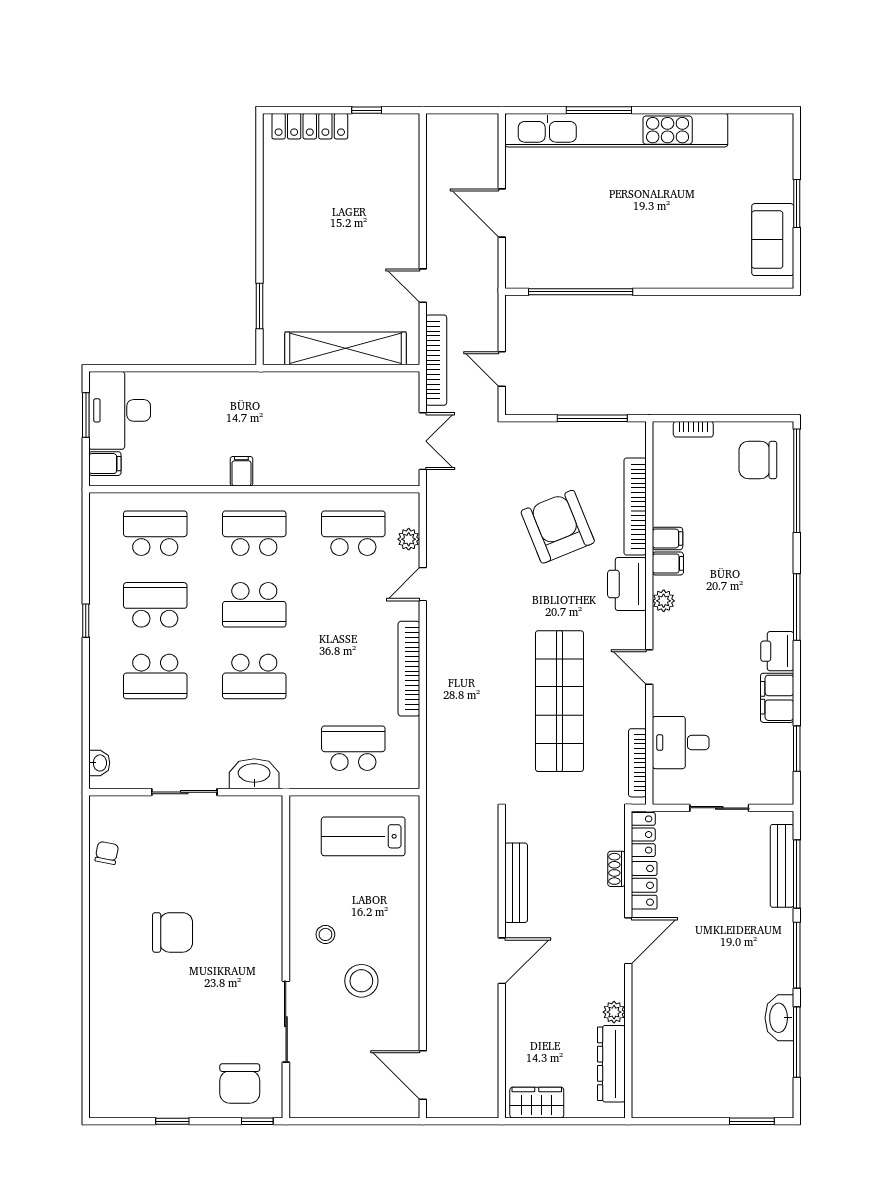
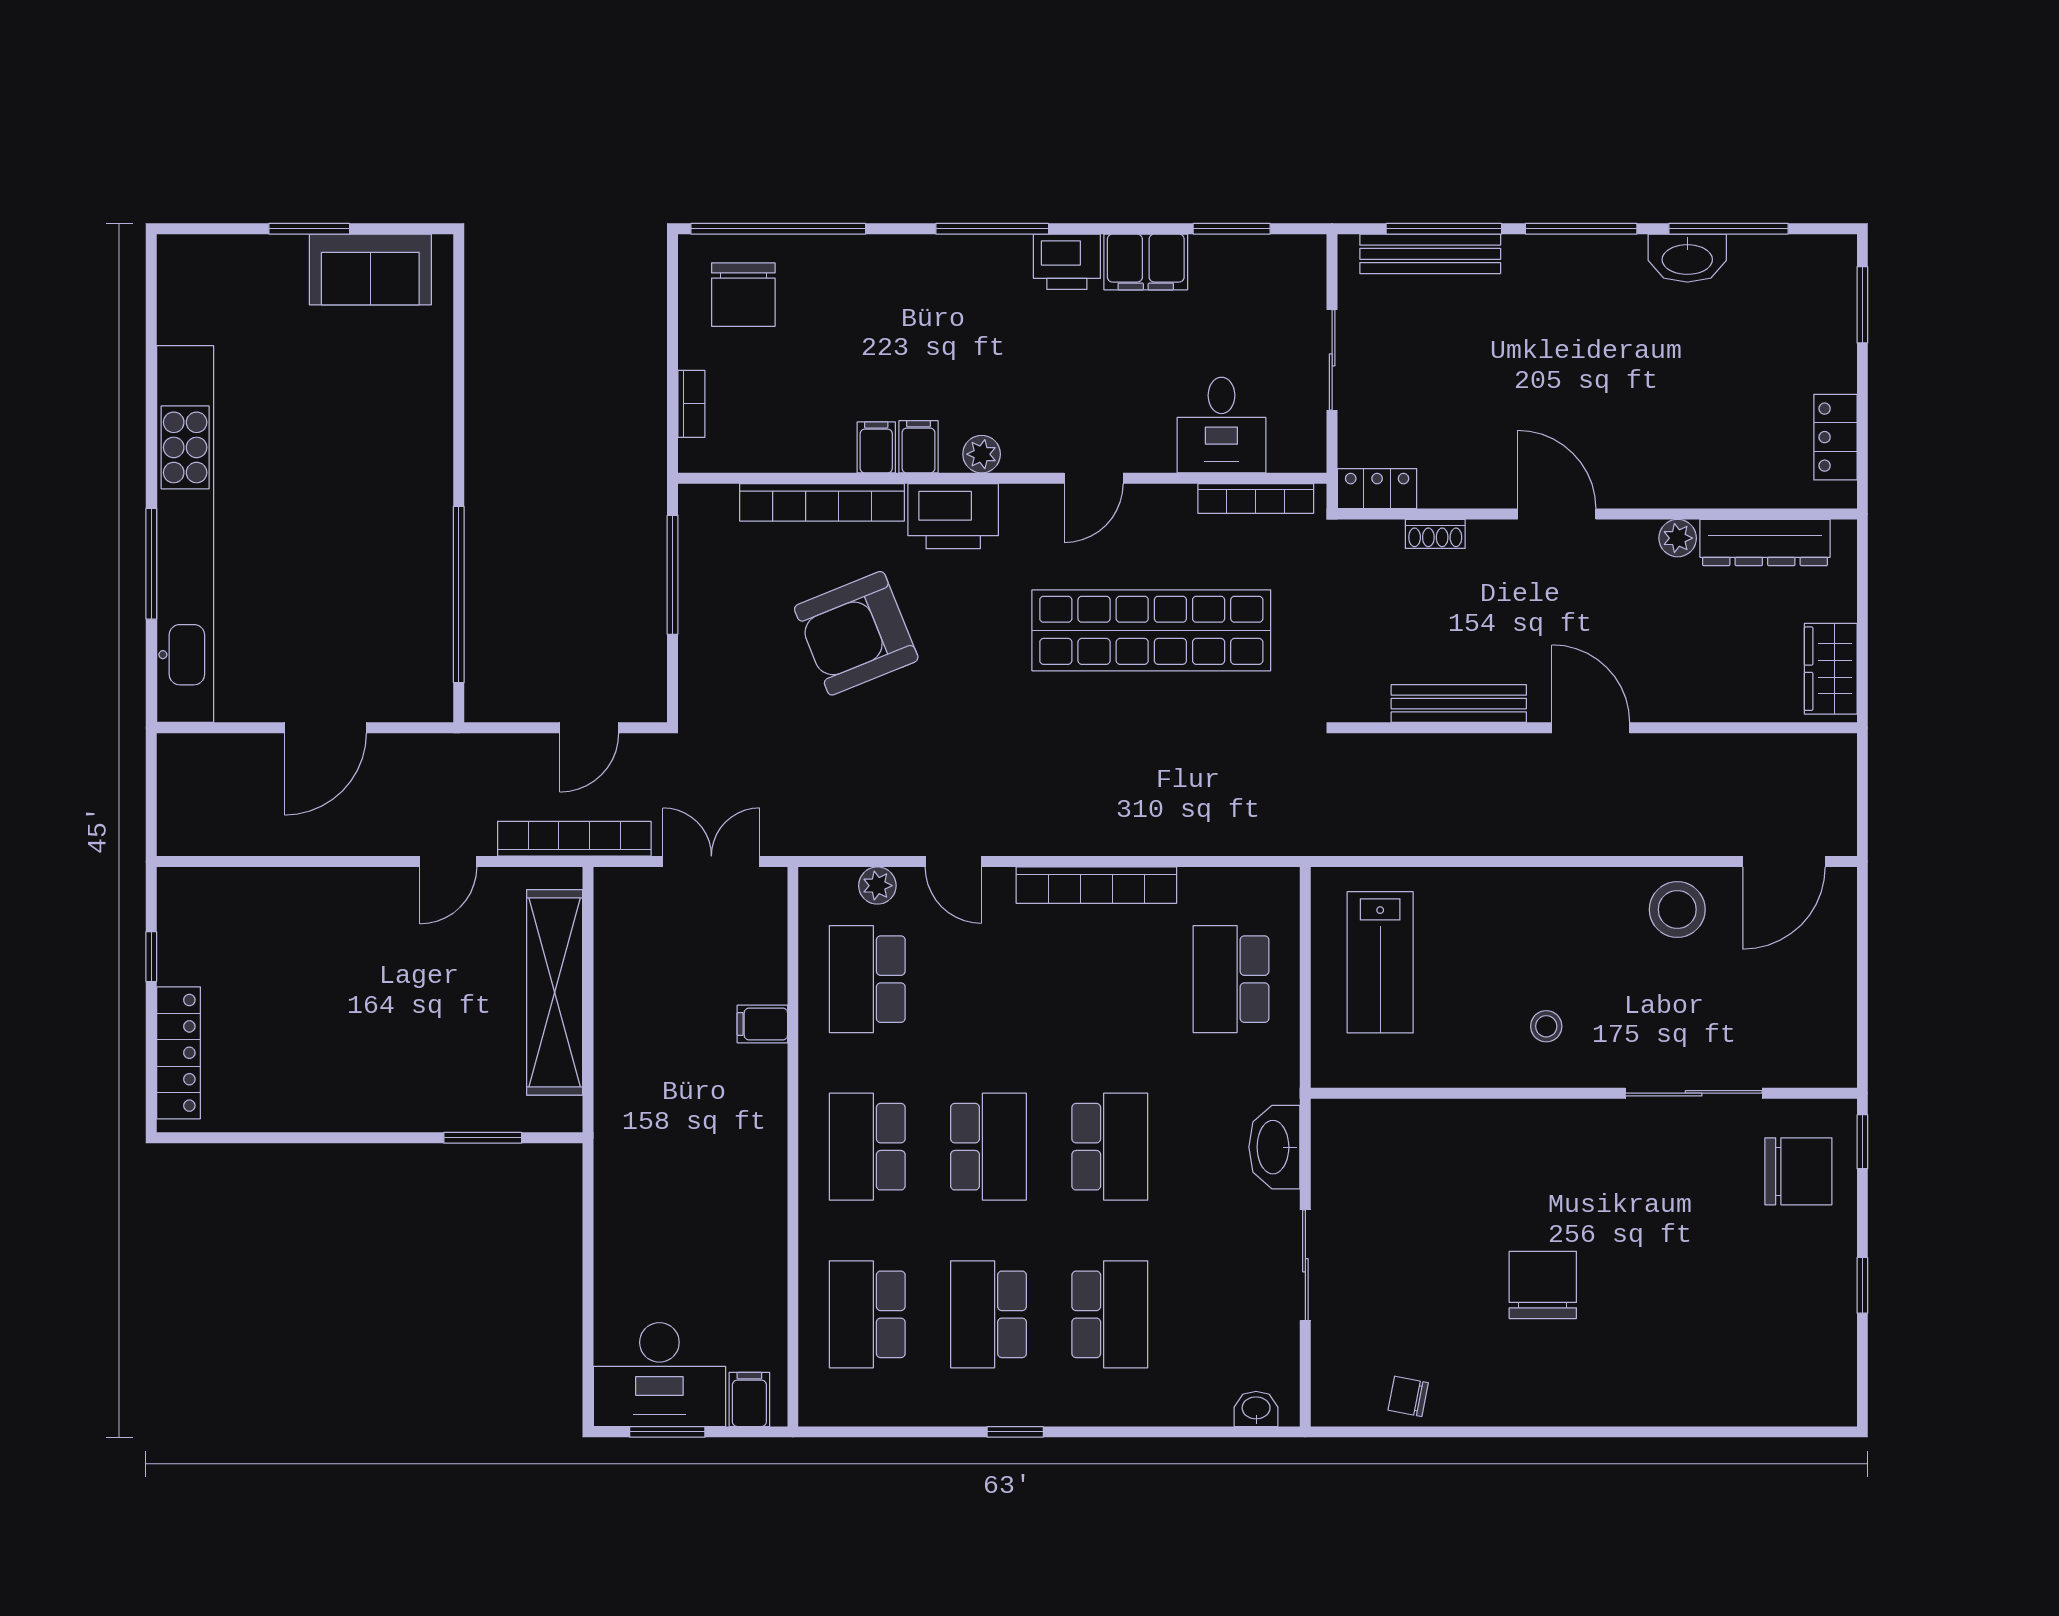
filing cabinet: (241, 471) -> (762, 1024), moved
locker: (644, 885) -> (1835, 437), moved, turned -90
stool: (361, 981) -> (1677, 910), moved

